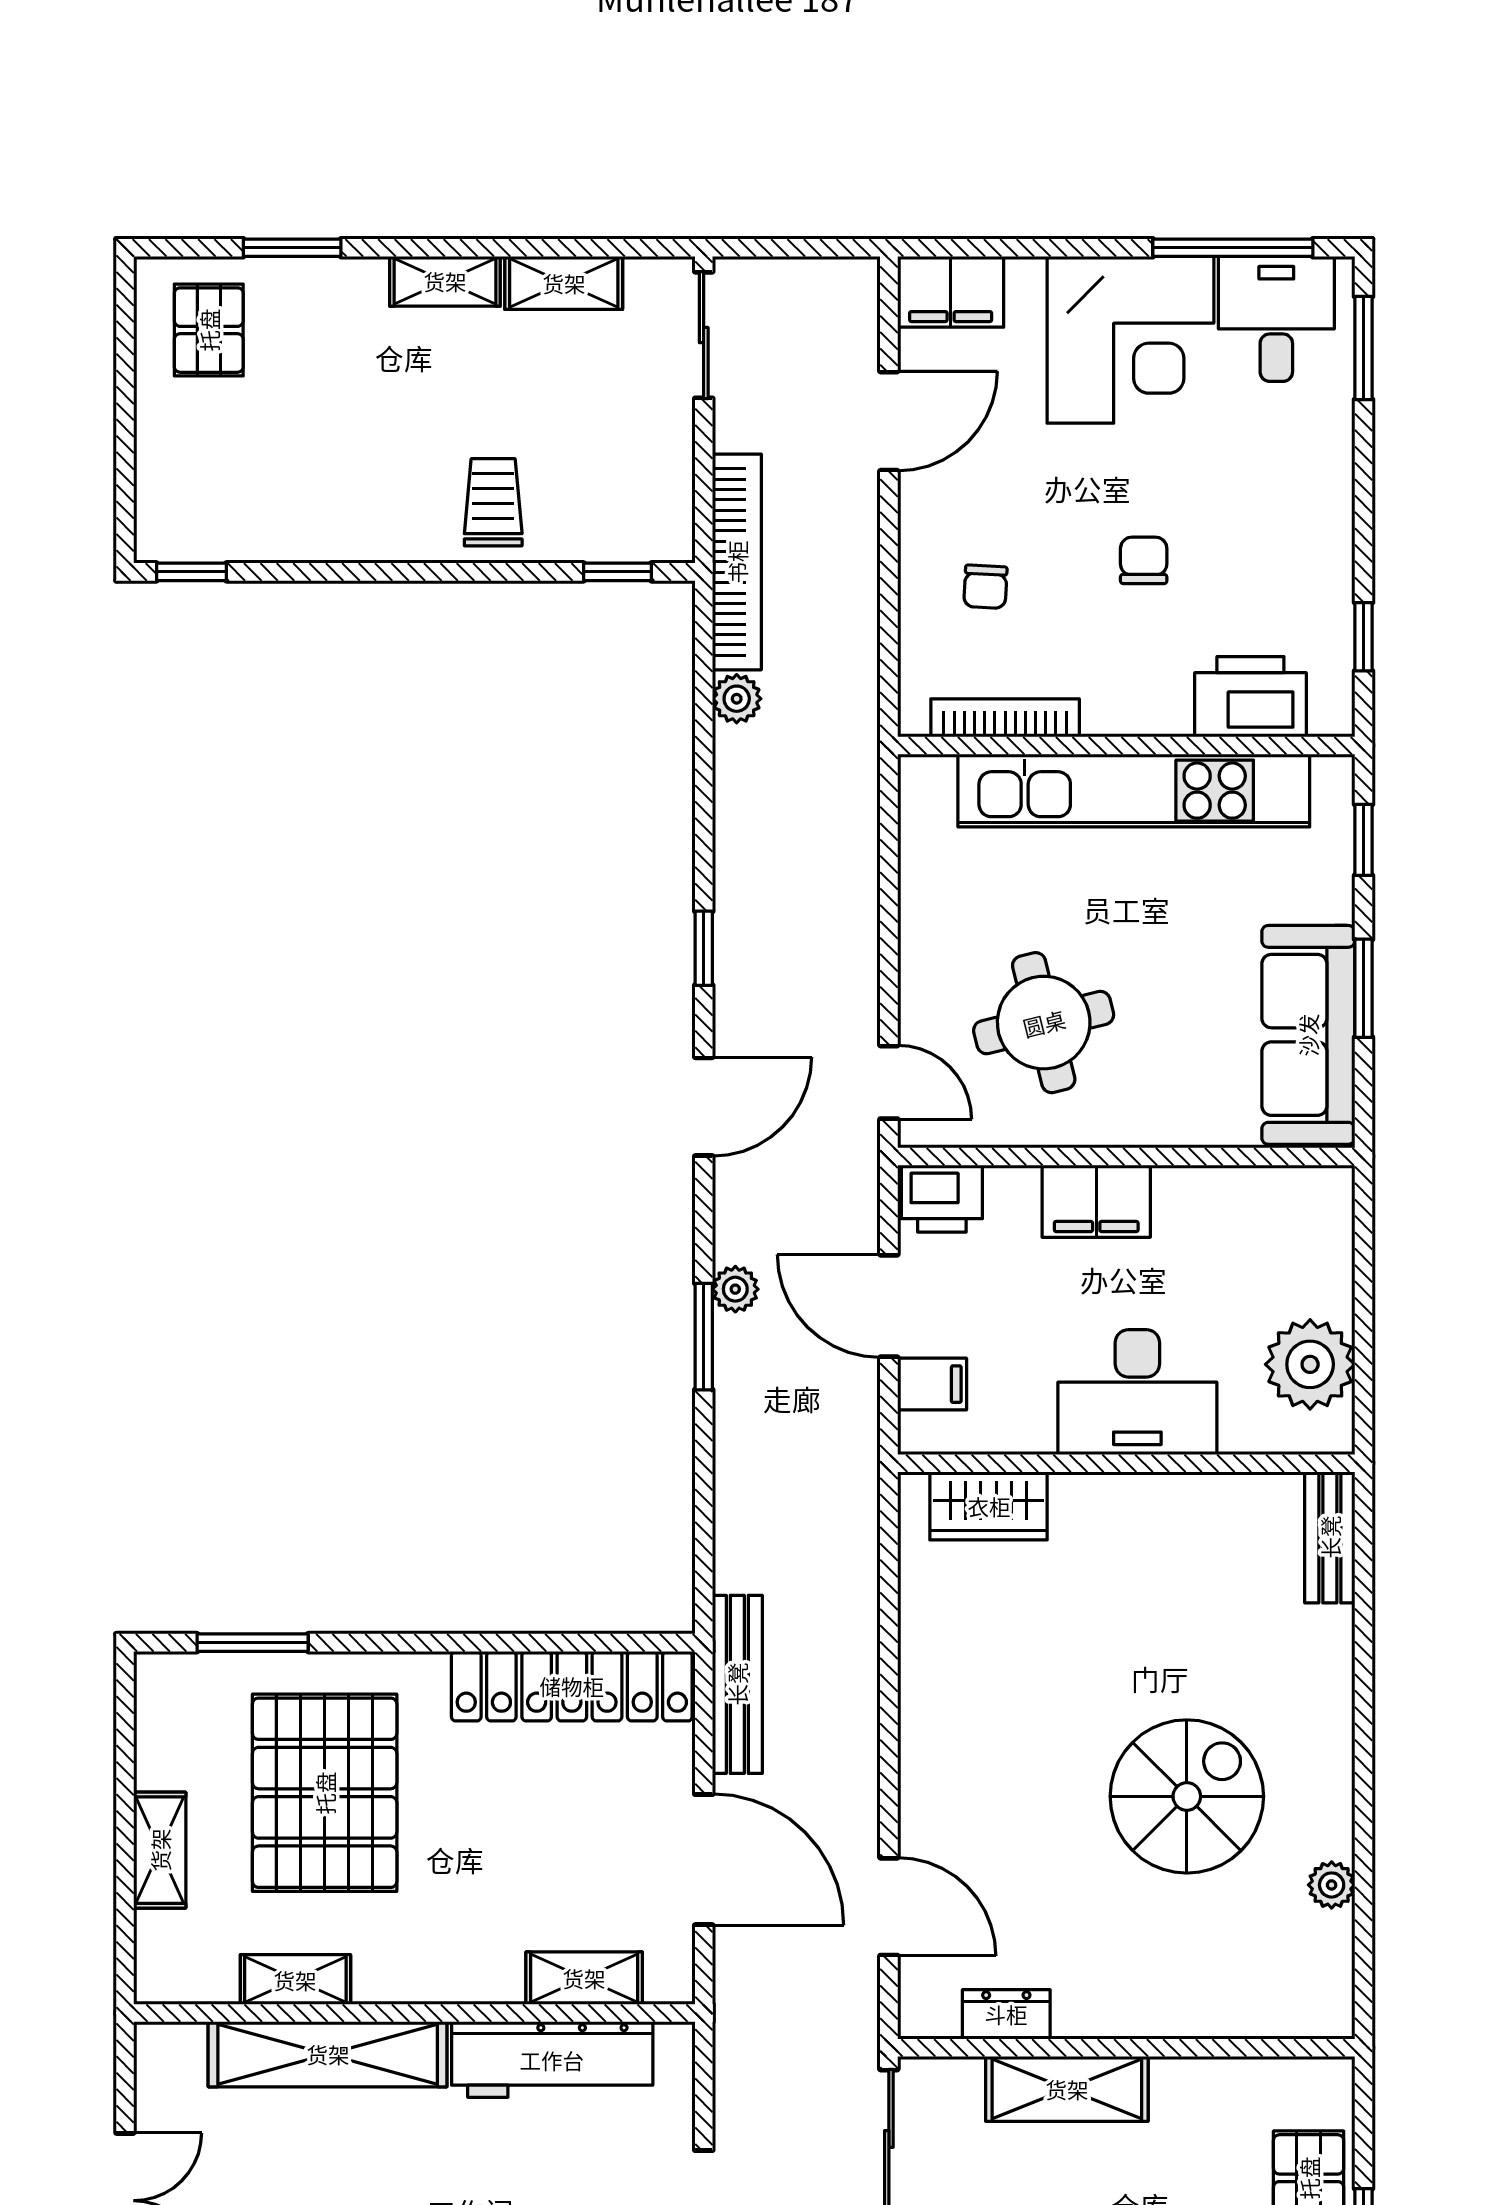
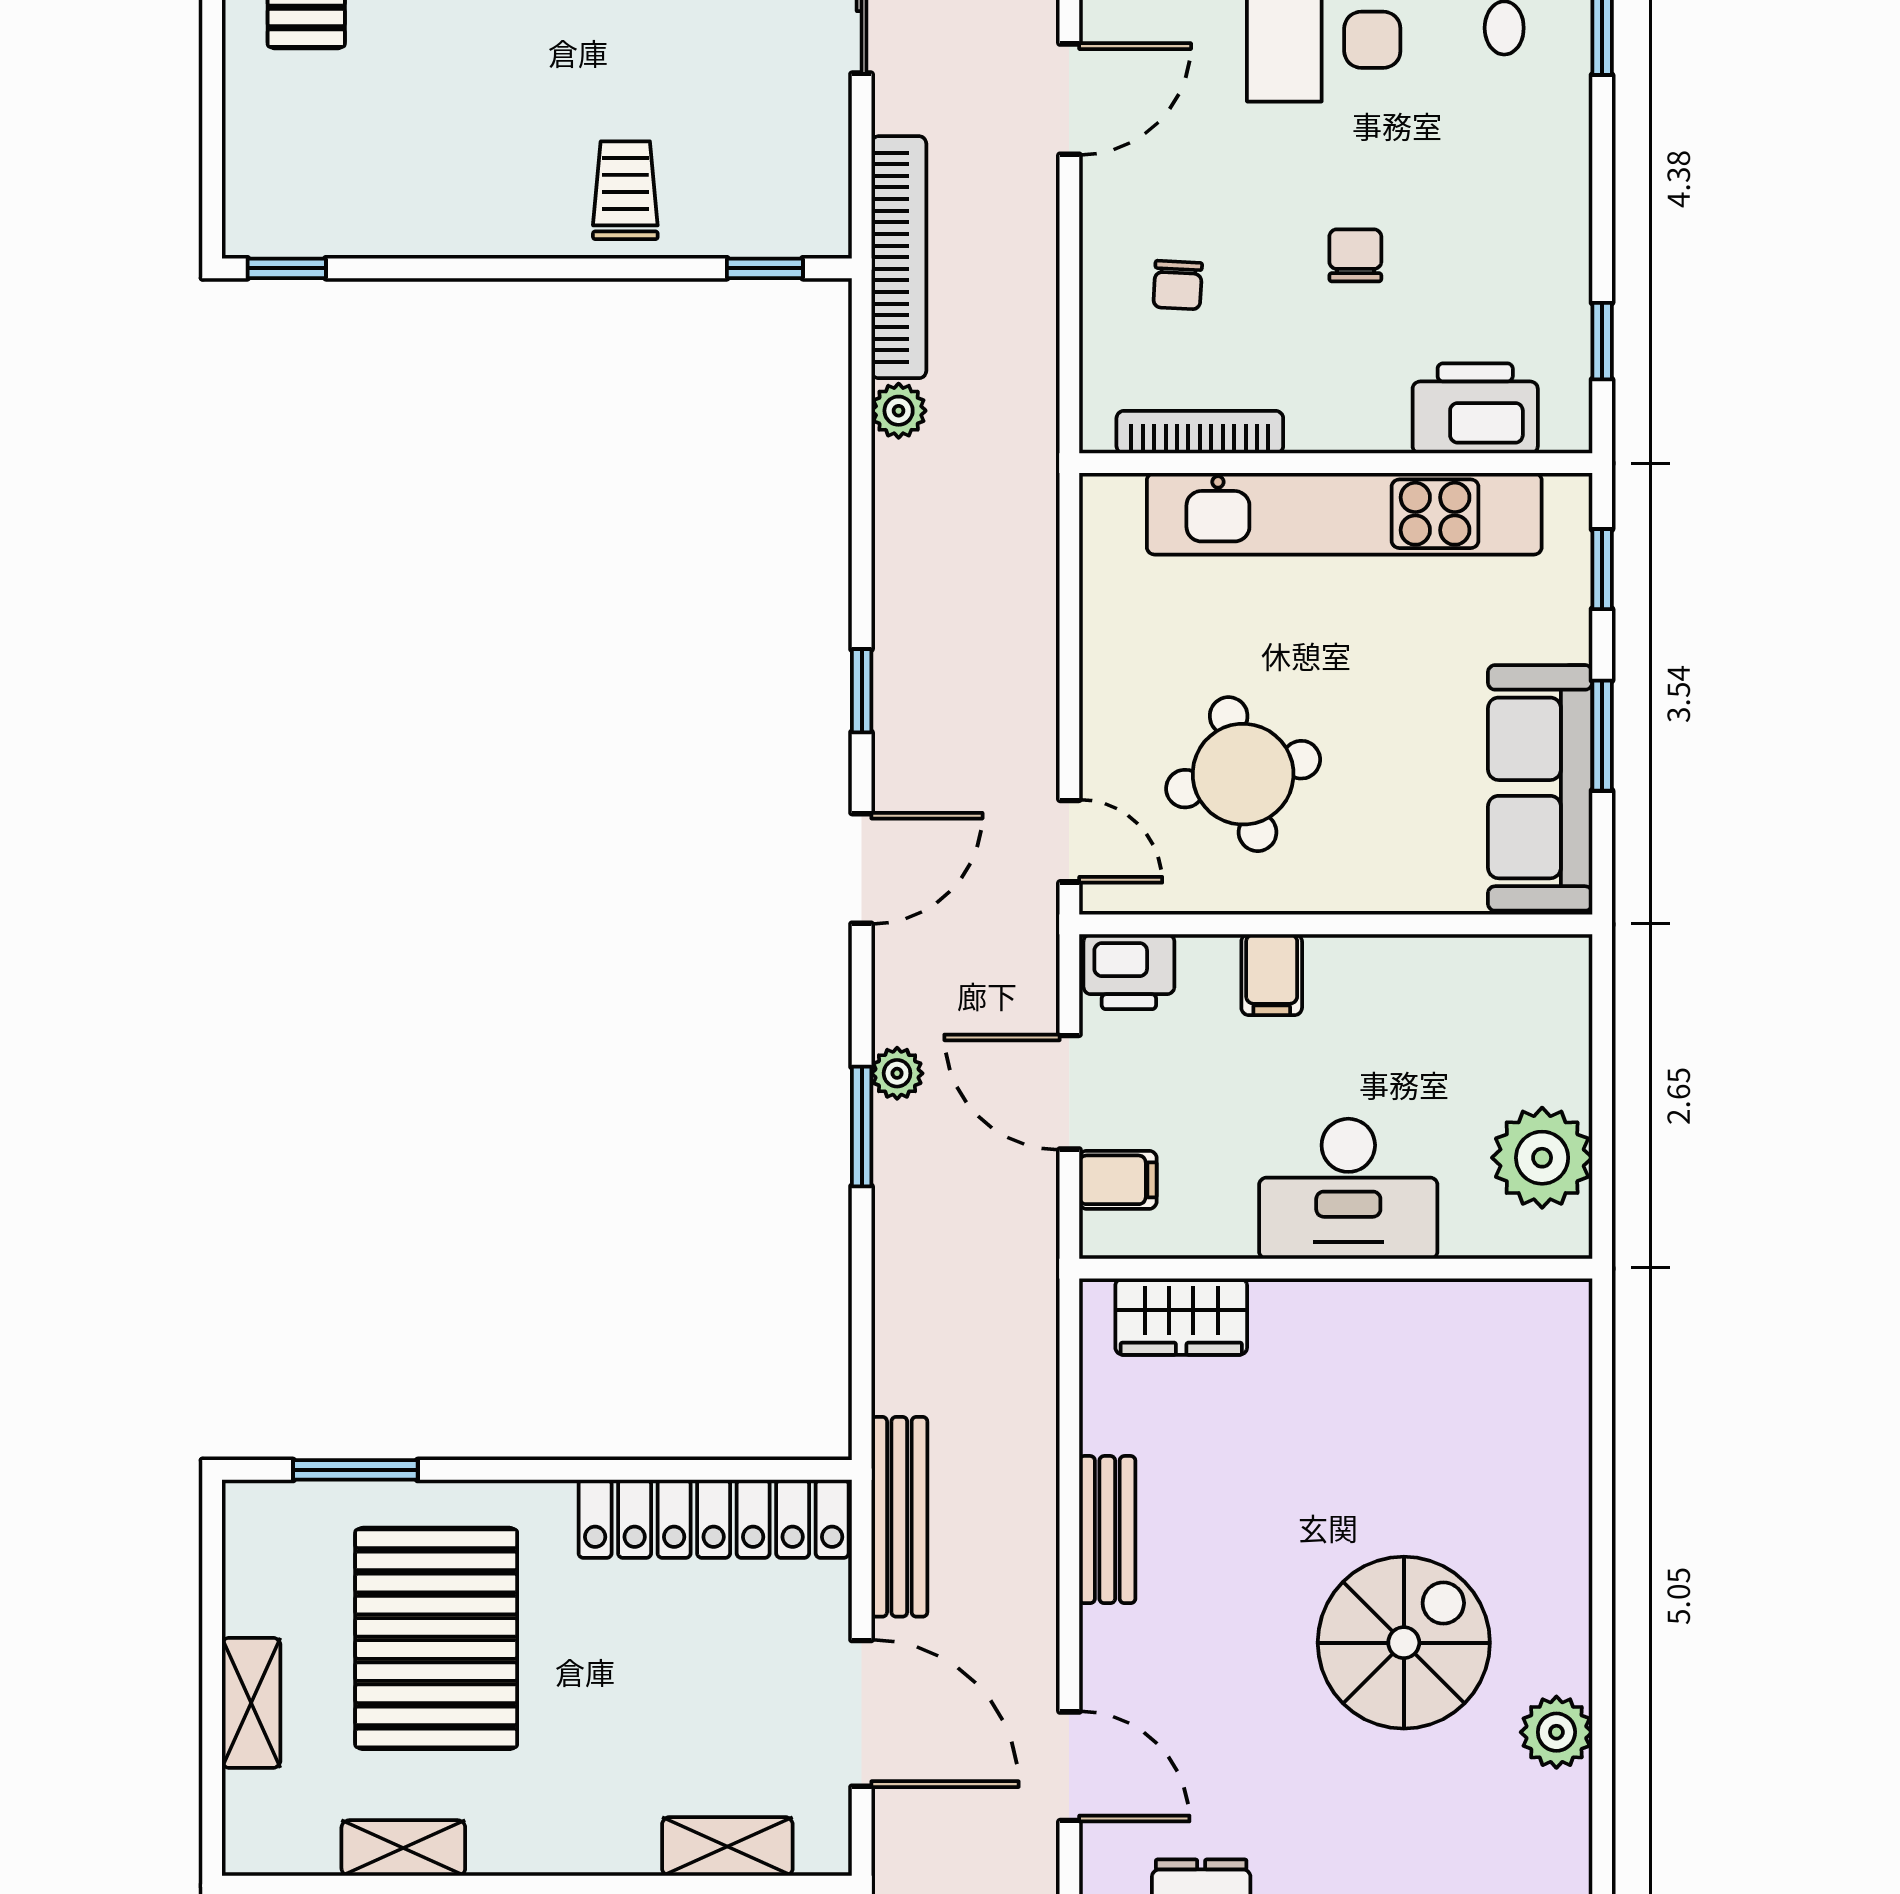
filing cabinet: (1096, 1201) -> (1272, 975), width x0.50
bench: (1330, 1537) -> (1107, 1530), moved
plant: (1332, 1885) -> (1556, 1732), width x1.38, depth x1.38

